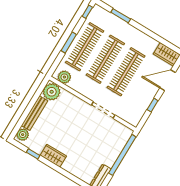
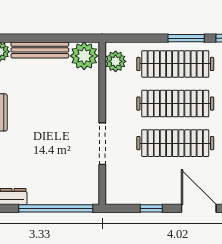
window: (69, 42) -> (186, 38), moved

